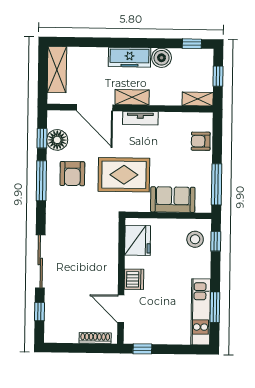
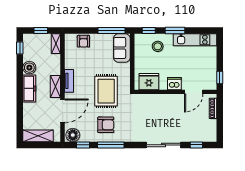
floor lamp: (57, 140) -> (73, 135), moved
sofa: (173, 200) -> (122, 48), moved
stool: (195, 239) -> (158, 46), moved
window: (215, 307) -> (175, 31), moved

